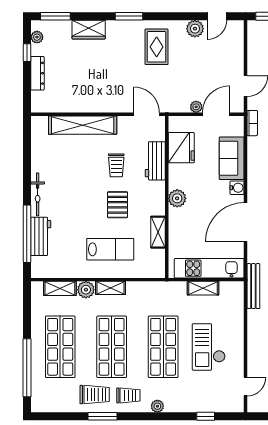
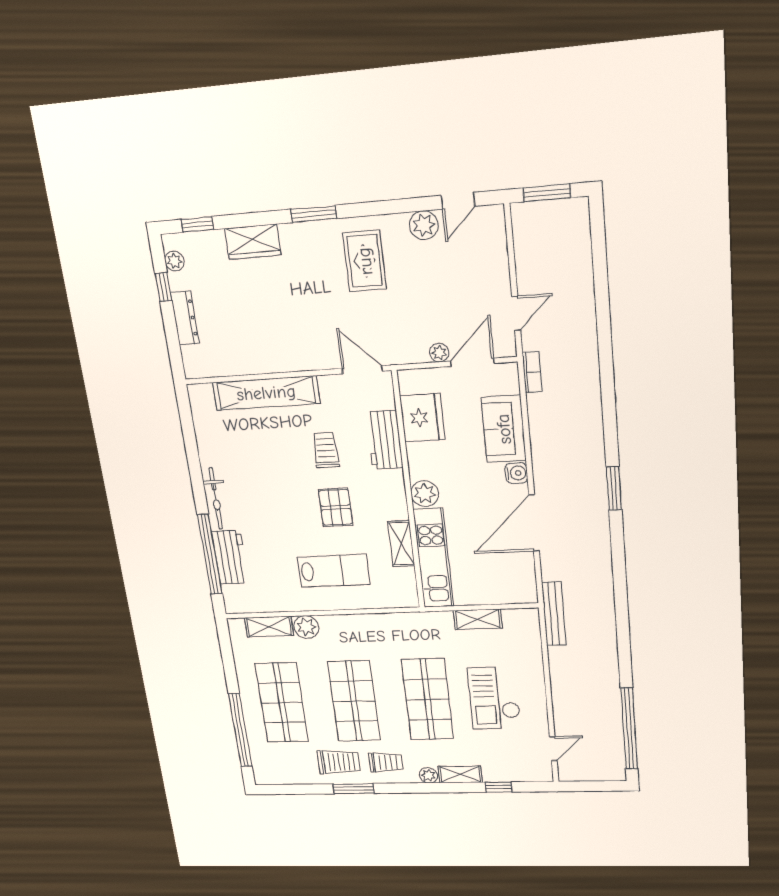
window: (55, 16) -> (197, 224), width x0.67
trolley: (116, 165) -> (326, 450), turned 180
kitchen unit: (209, 268) -> (433, 558), moved, turned 90
shelving: (111, 288) -> (460, 774), moved

